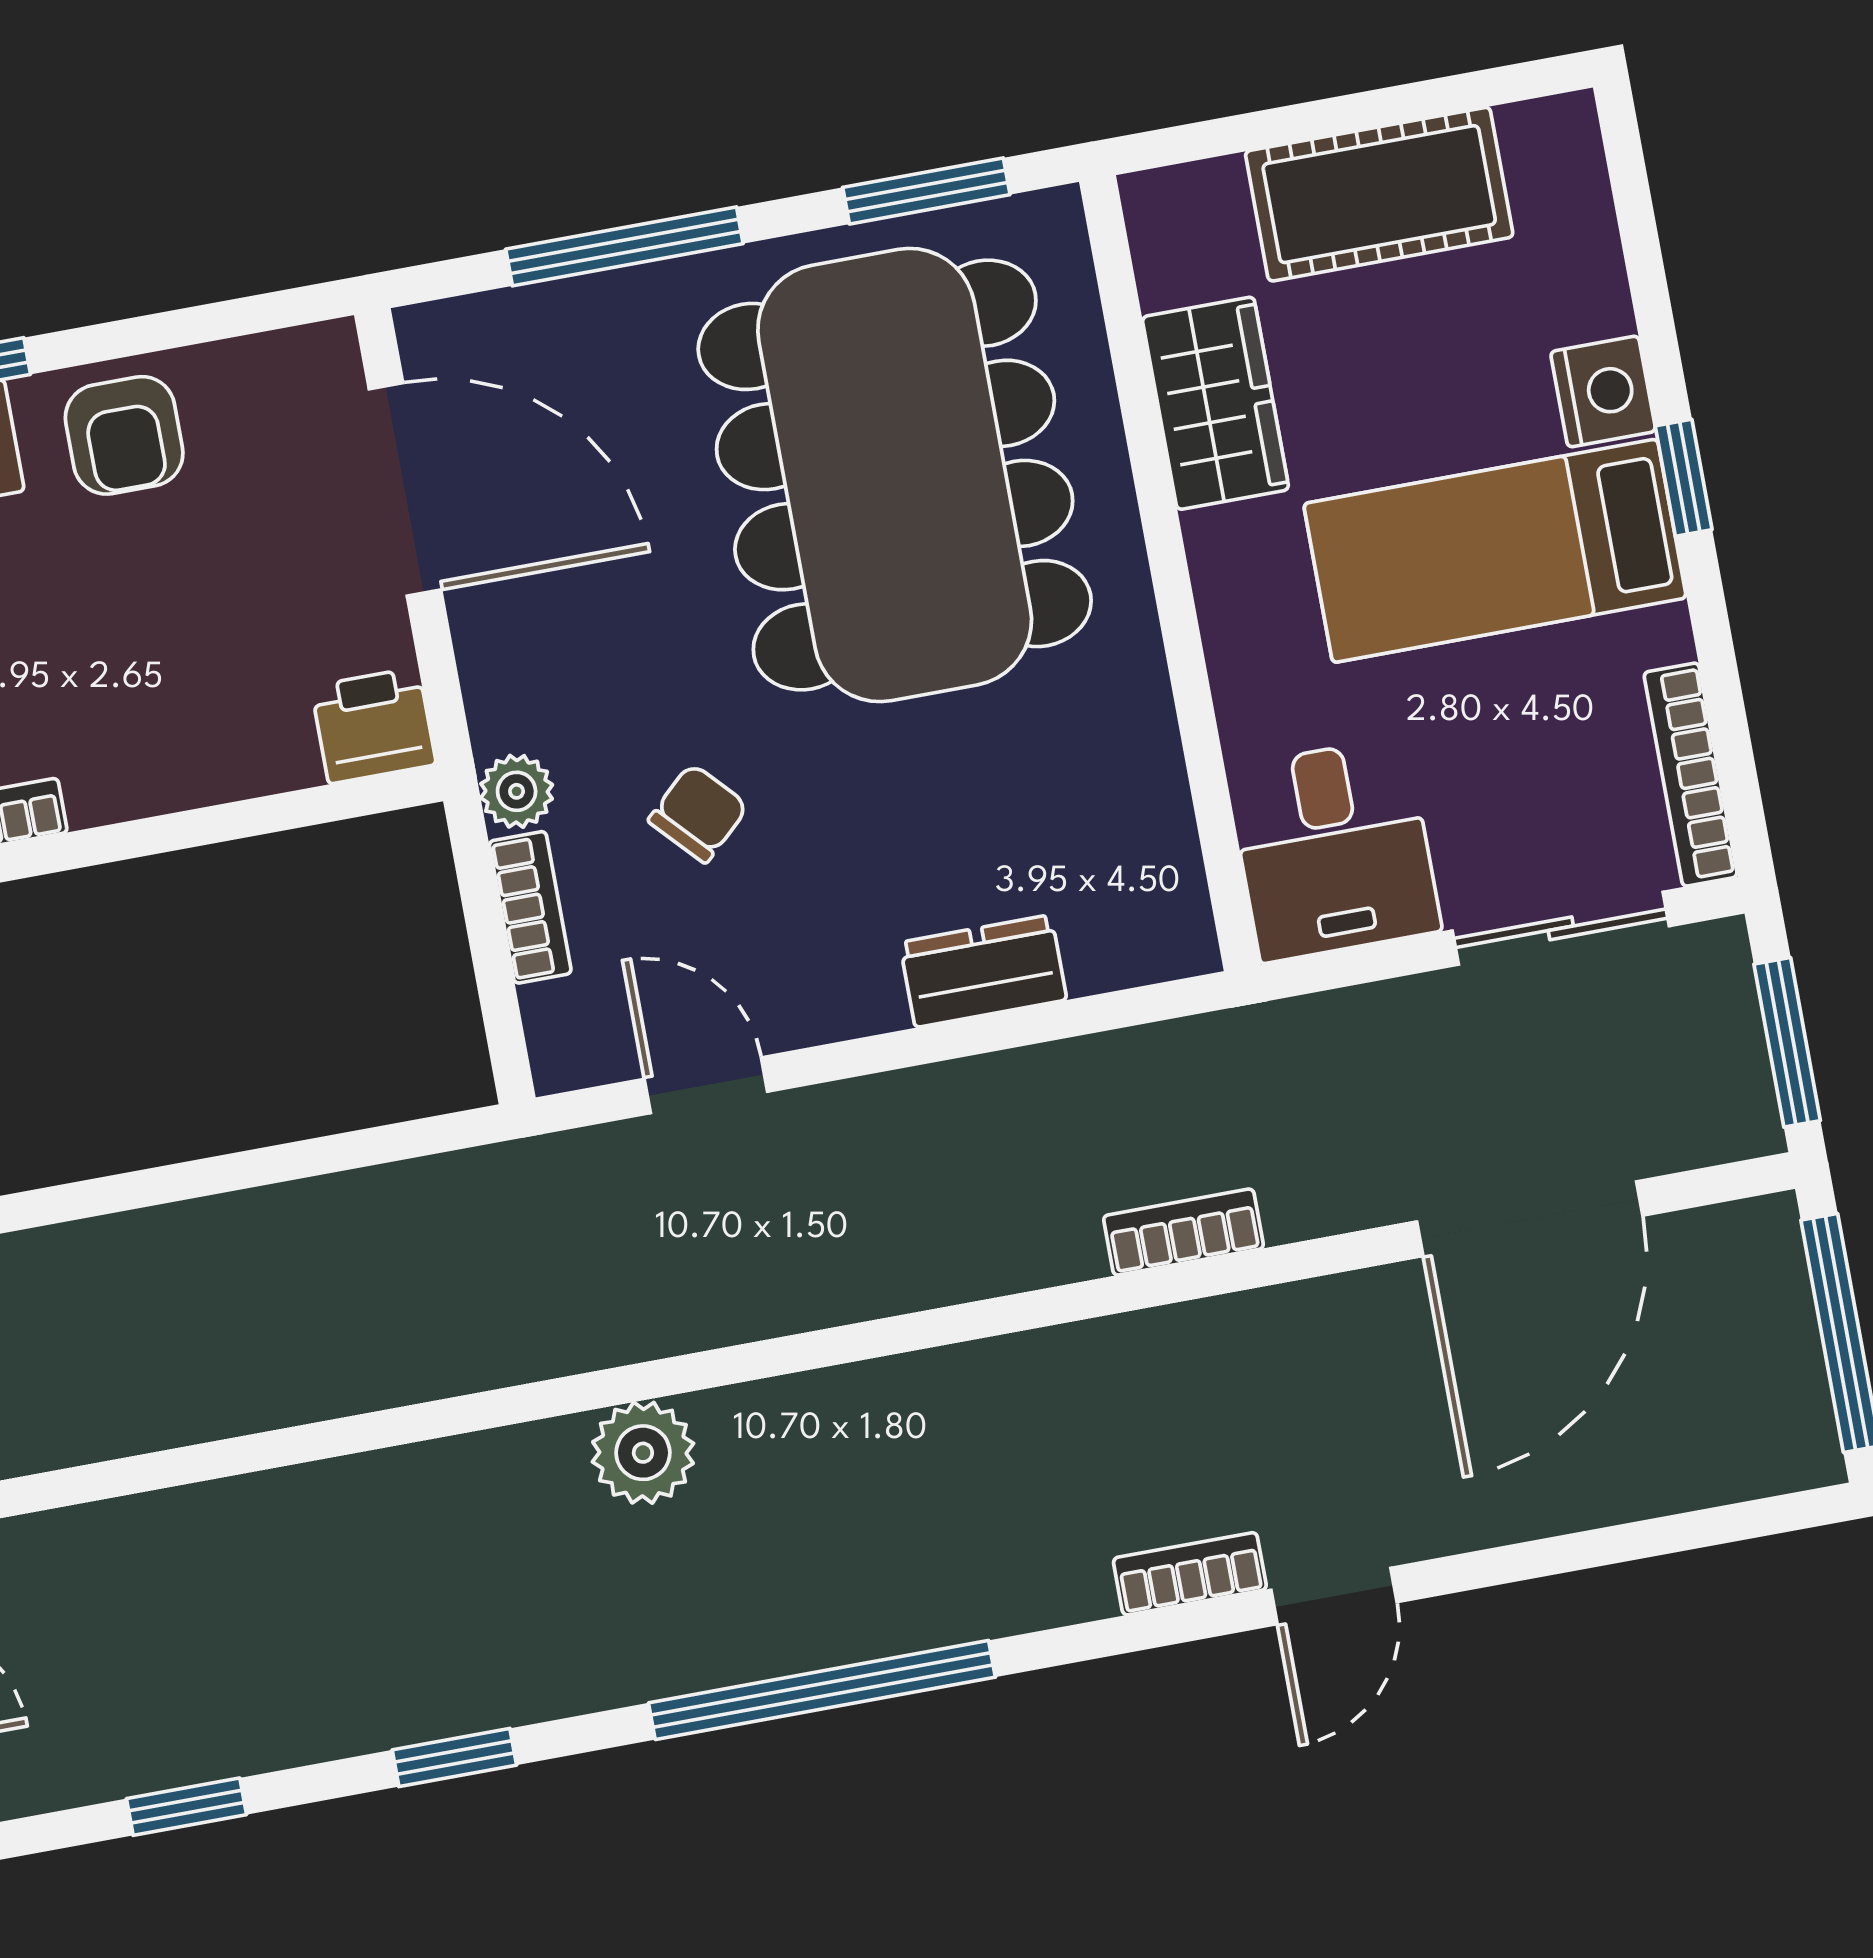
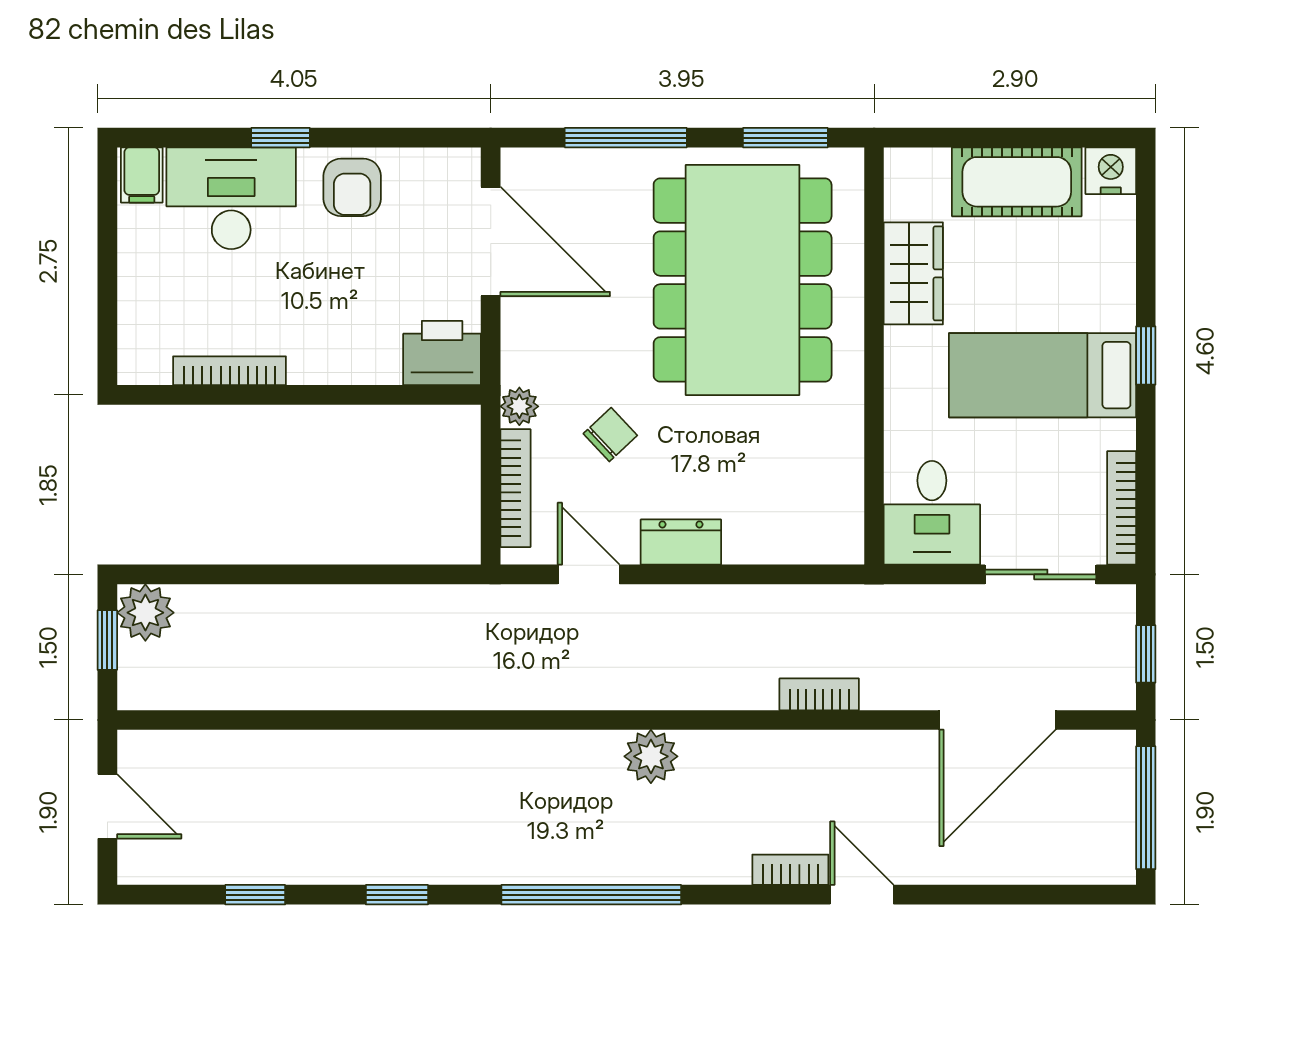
nightstand: (1603, 392) -> (1111, 171), moved, turned -90
printer: (374, 726) -> (442, 353), width x1.36, depth x1.24
bookcase: (530, 907) -> (515, 488), width x1.56
dresser: (983, 971) -> (681, 542), moved
window: (1787, 1042) -> (1146, 654), width x0.67
plant: (643, 1453) -> (651, 756), moved
door: (1334, 1596) -> (862, 895), swing flipped

